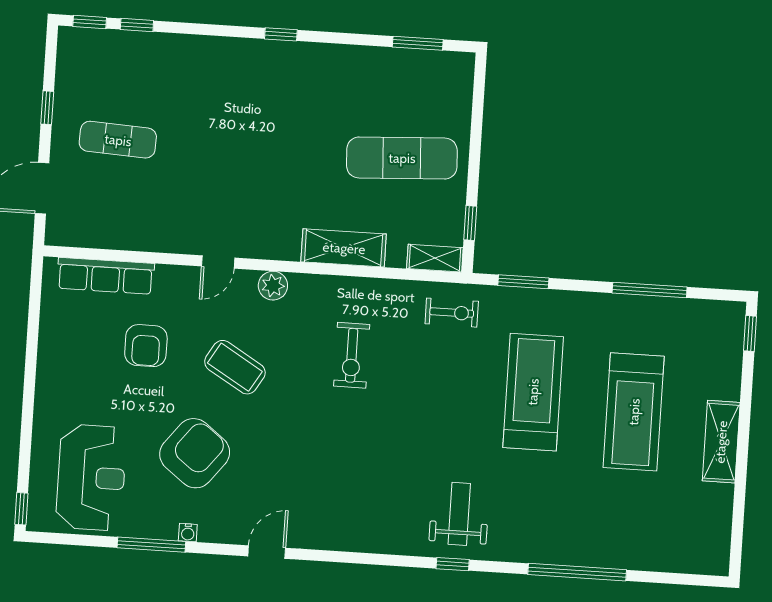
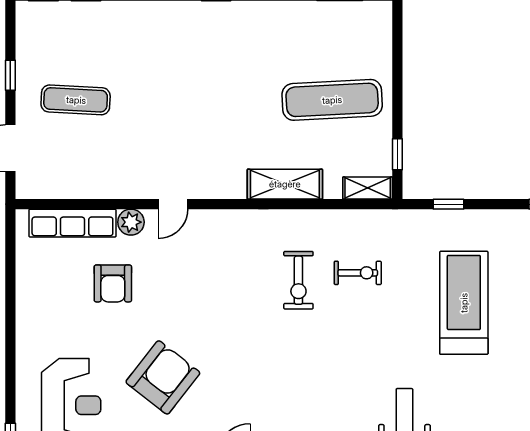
window: (523, 282) -> (449, 204), width x0.67
plant: (273, 286) -> (131, 222), moved
exercise bike: (452, 313) -> (358, 273), moved
coffee table: (235, 367) -> (194, 298), removed

